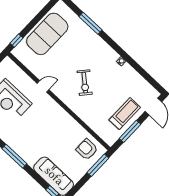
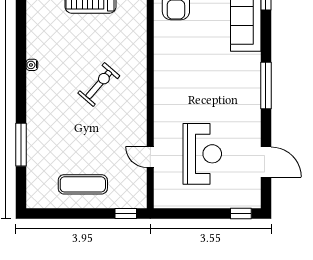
exercise mat: (47, 34) -> (83, 184), width x0.50, depth x0.69
door: (43, 86) -> (150, 157), moved

